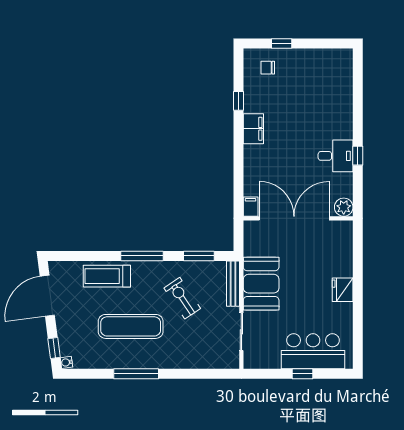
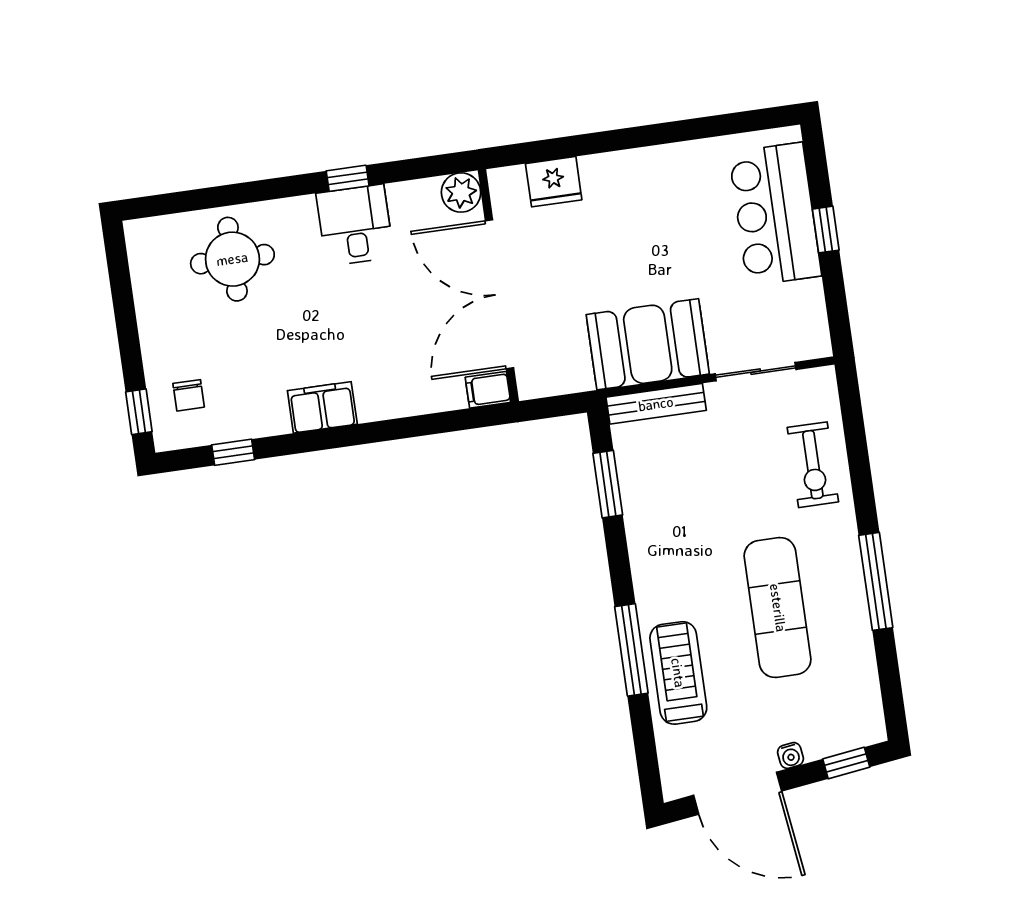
window: (282, 44) -> (139, 412), moved
round table: (328, 97) -> (232, 259), added
window: (238, 101) -> (233, 452), moved
window: (142, 256) -> (631, 650), moved
treadmill: (107, 276) -> (678, 673), turned 180
fridge: (343, 290) -> (554, 182), moved
exercise bike: (182, 298) -> (813, 465), moved, turned -56
water cooler: (66, 362) -> (790, 755), moved

